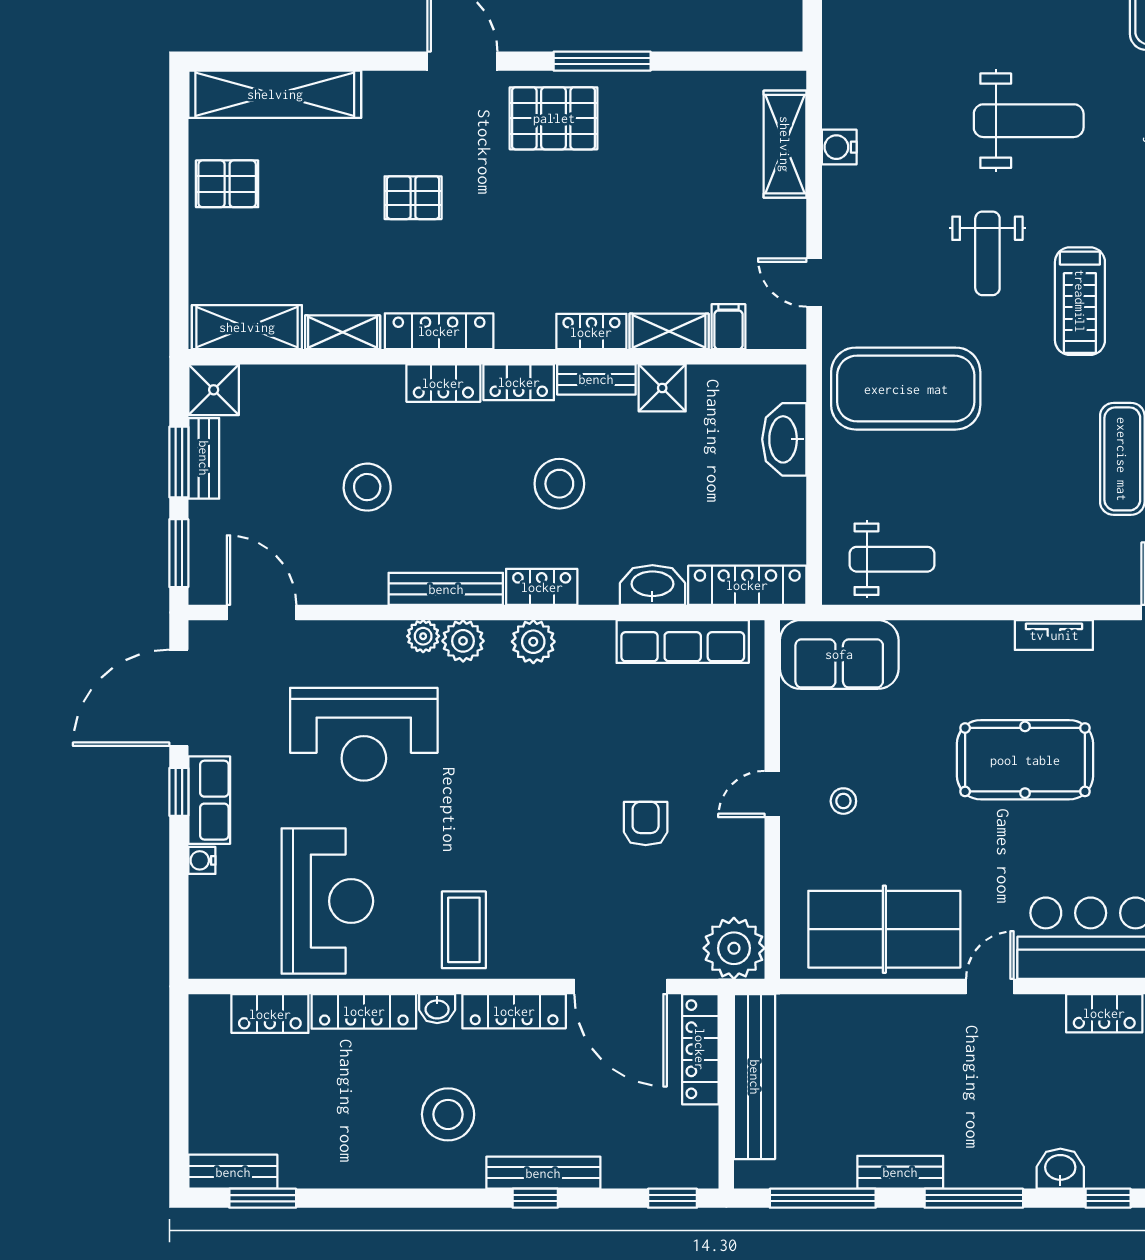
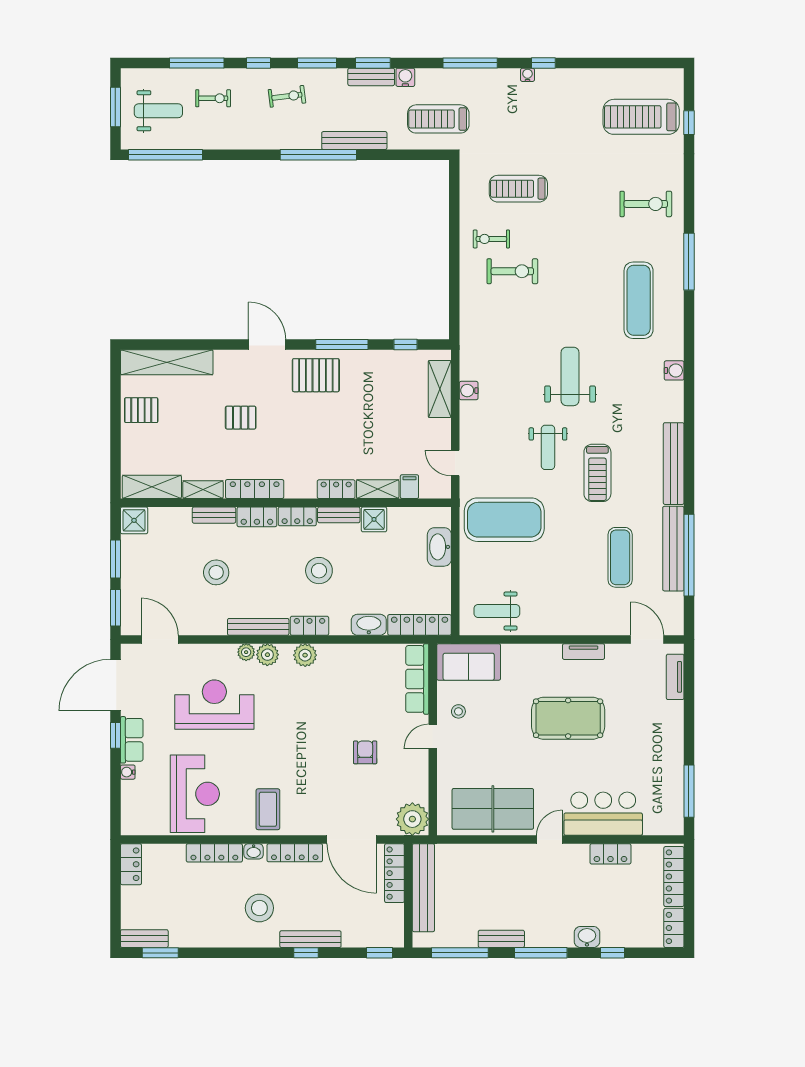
window: (721, 61) -> (405, 345), added
weight bench: (1029, 121) -> (570, 376), turned -90
bench: (204, 458) -> (214, 515), moved, turned 90
weight bench: (892, 559) -> (497, 611), turned 180
row of seats: (683, 642) -> (417, 679), moved, turned 90
reception desk: (364, 734) -> (214, 705), turned 180
stool: (843, 801) -> (458, 711), moved
locker: (270, 1014) -> (131, 864), moved, turned -90

